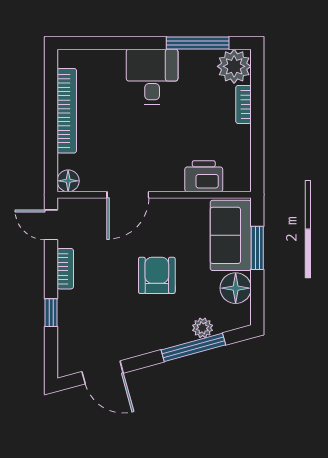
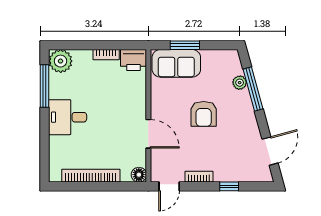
bookcase: (243, 104) -> (106, 55), moved
printer: (204, 176) -> (133, 60), moved, turned -90
armchair: (157, 275) -> (204, 114), turned -90
floor lamp: (236, 288) -> (212, 60), removed

